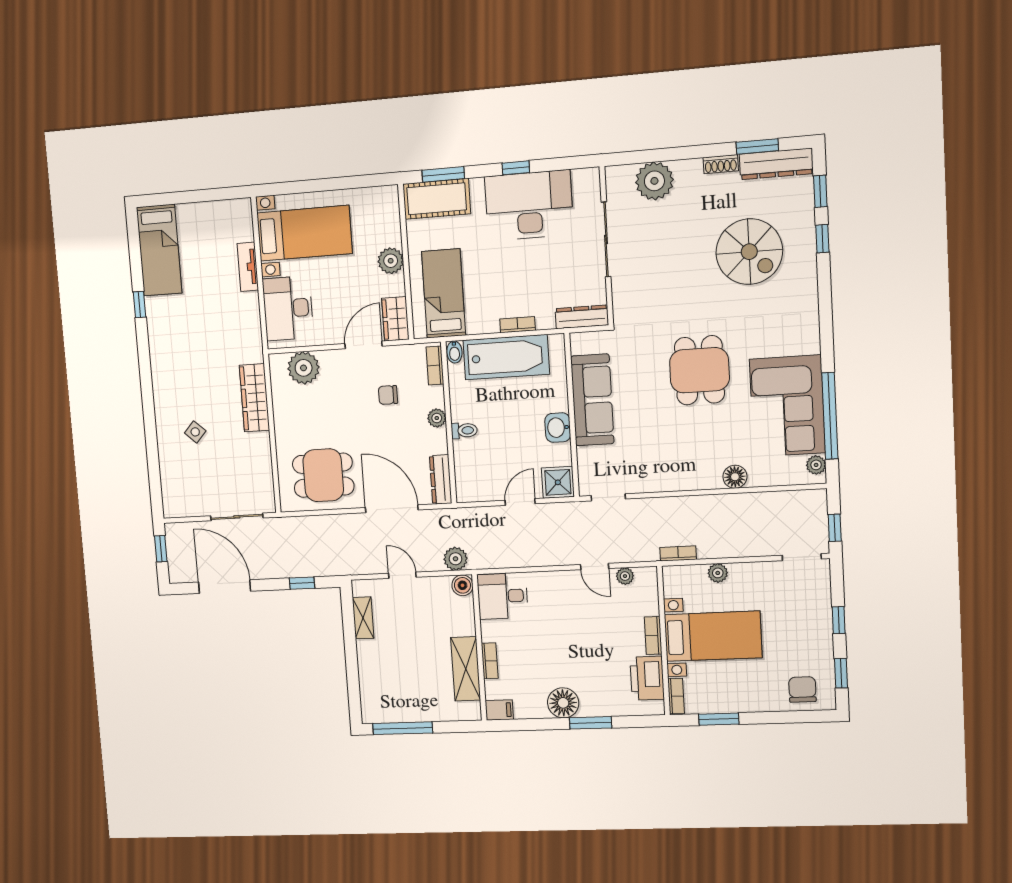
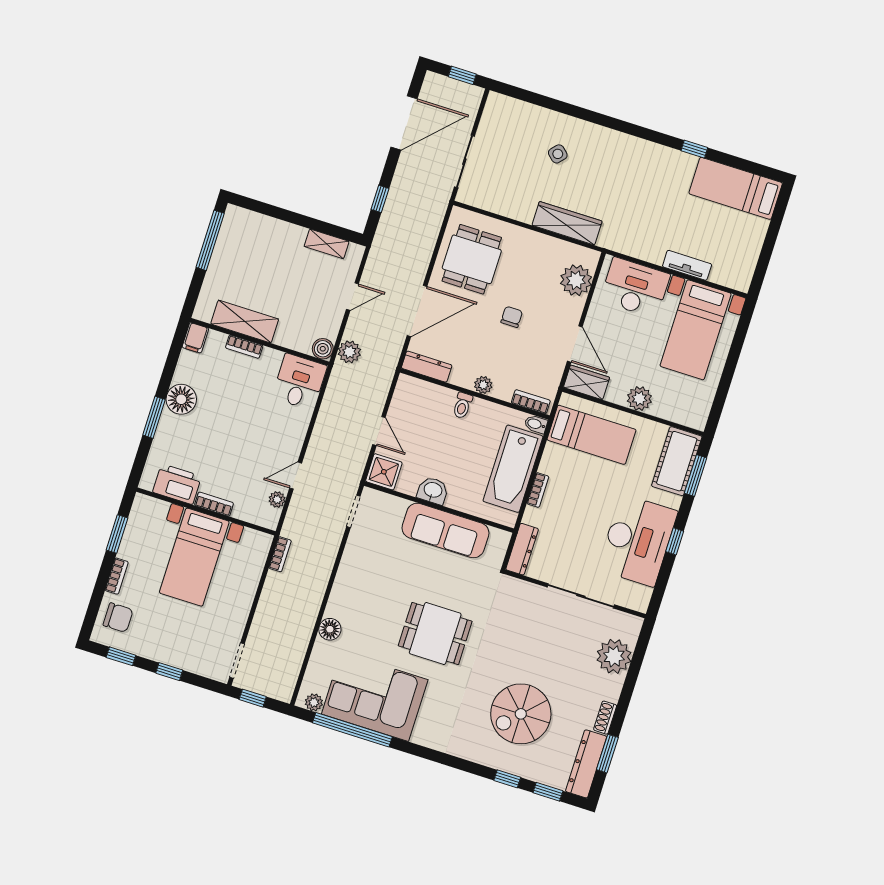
chair: (388, 395) -> (512, 317), moved
plant: (718, 573) -> (250, 582), removed
bookcase: (676, 696) -> (117, 576), moved, turned -90

